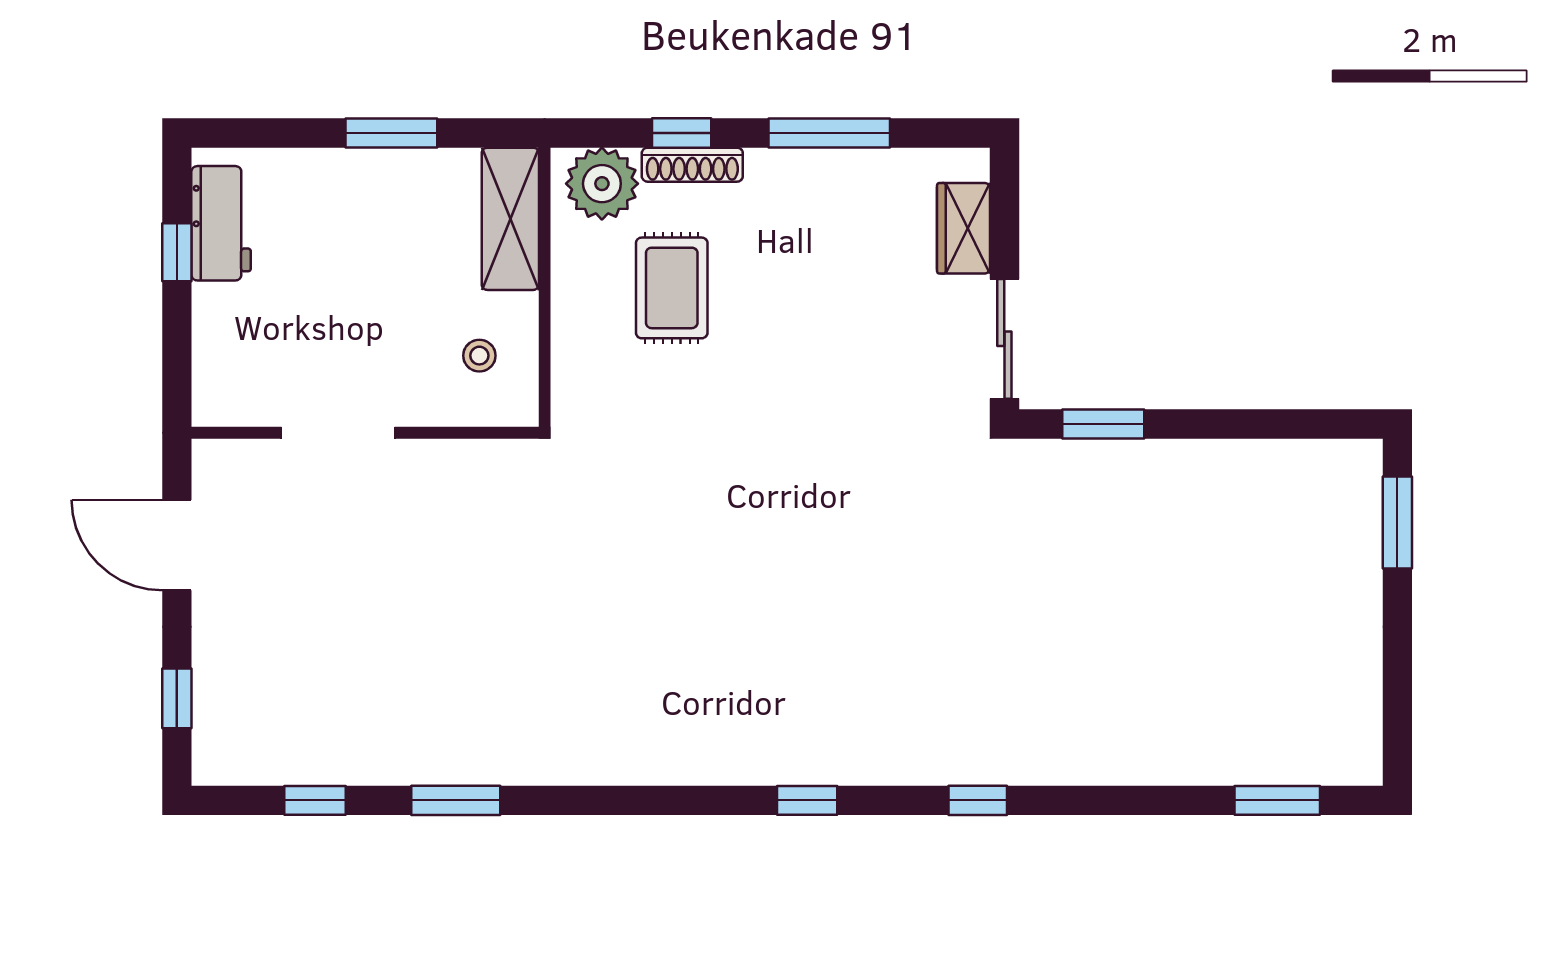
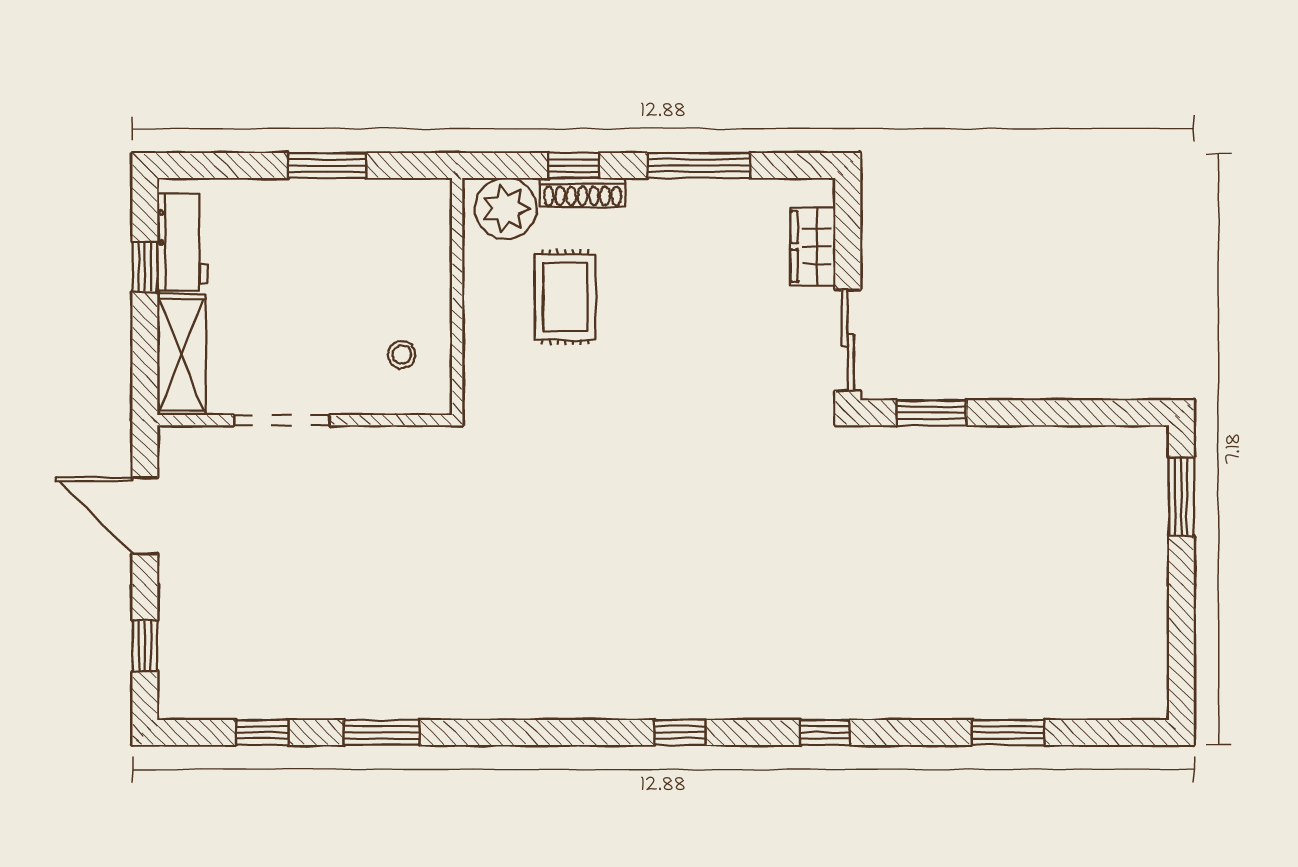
shelving: (510, 219) -> (181, 355), moved
window: (1277, 800) -> (1008, 732), moved

